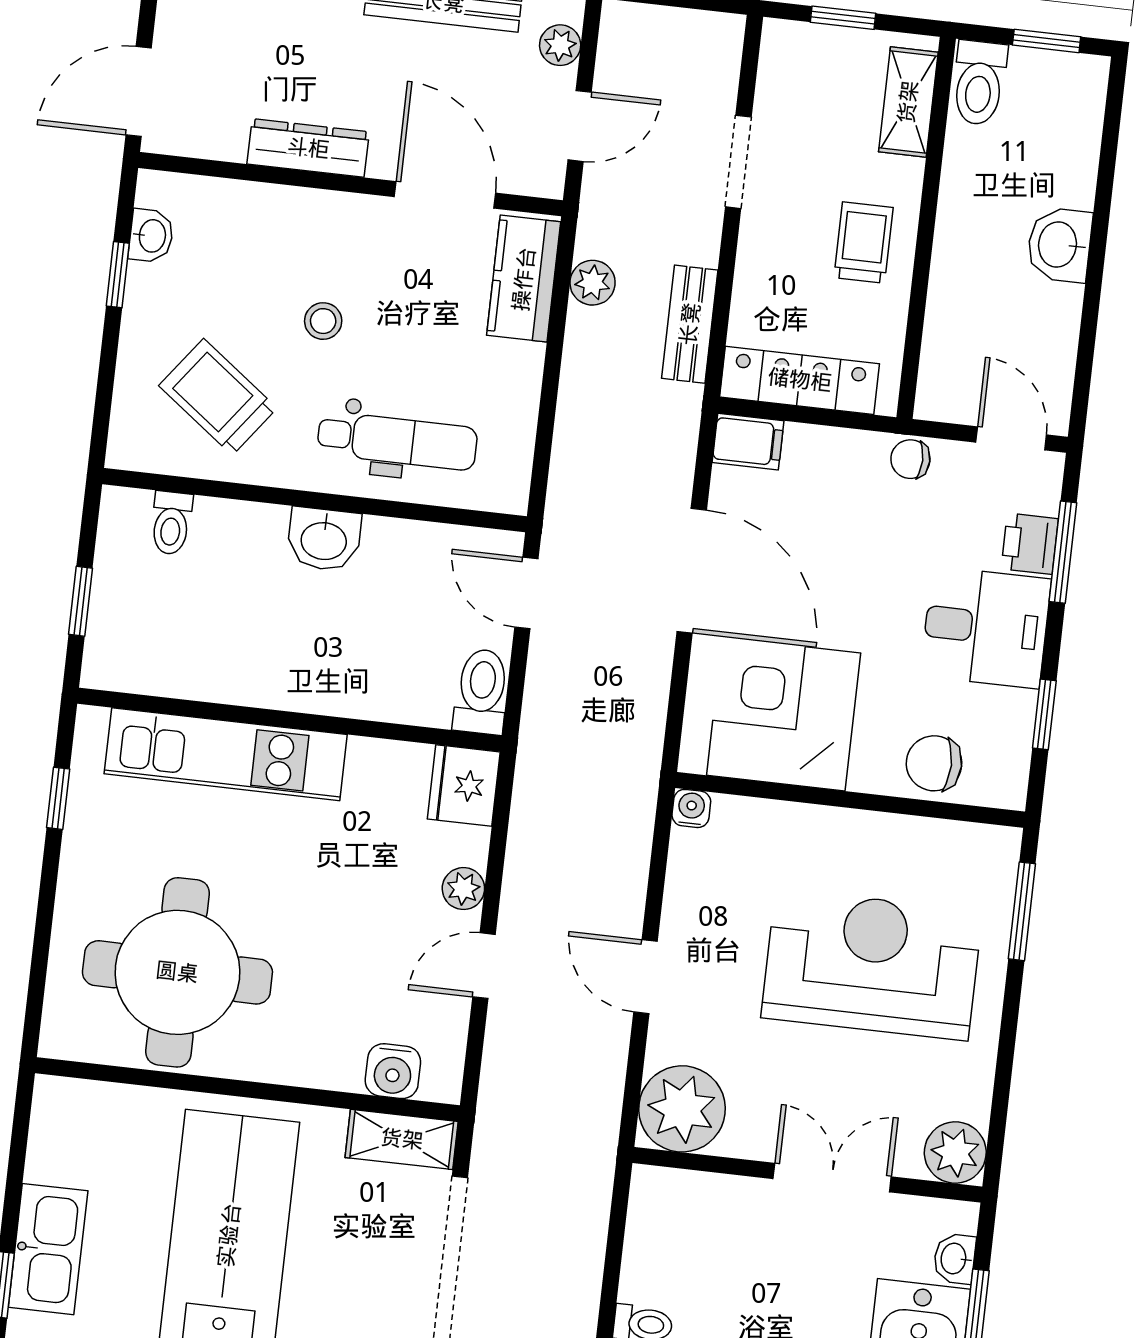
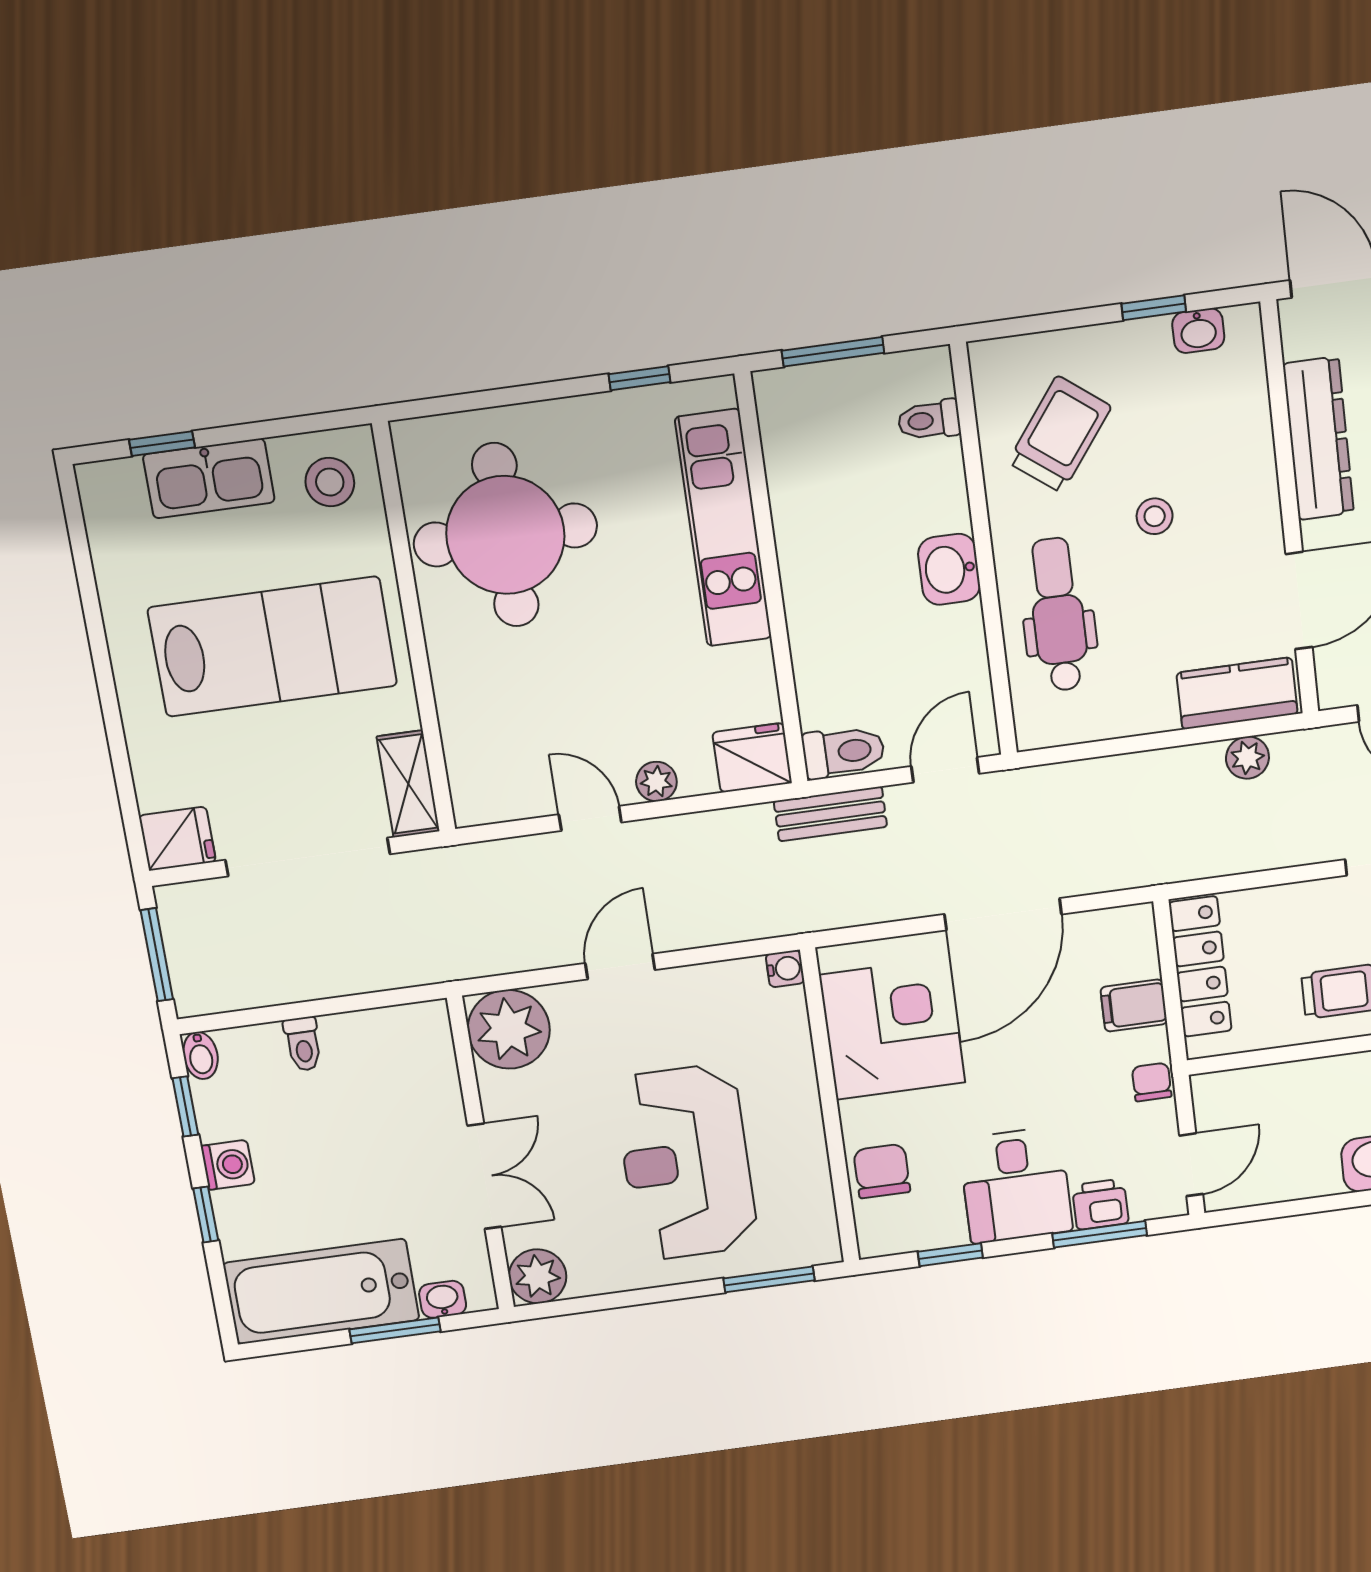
dresser: (308, 148) -> (1318, 439), width x1.37, depth x1.24
bench: (690, 324) -> (830, 814), moved
dental chair: (397, 441) -> (1058, 615), turned 180
filing cabinet: (748, 442) -> (1134, 1006), moved, turned 90
window: (81, 601) -> (833, 352), width x1.50
reception desk: (872, 964) -> (686, 1162), turned 180
water cooler: (393, 1071) -> (469, 760), removed
stool: (82, 1131) -> (330, 482), added

